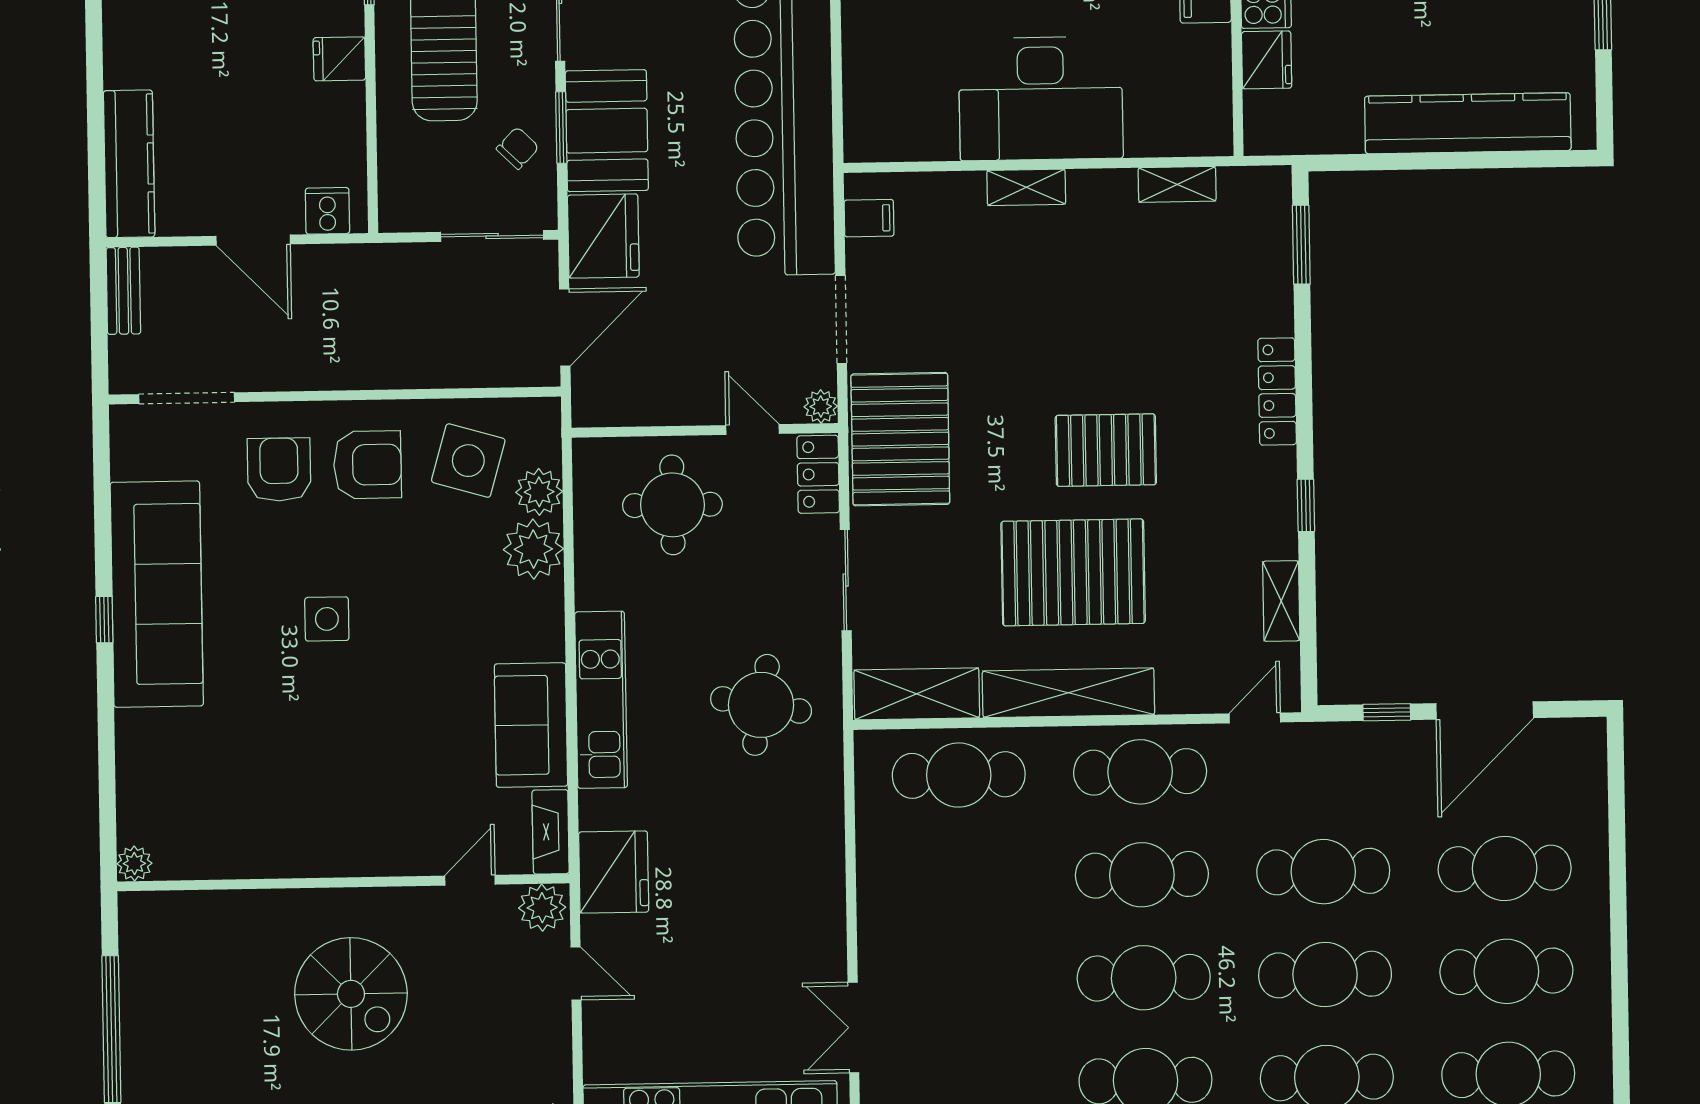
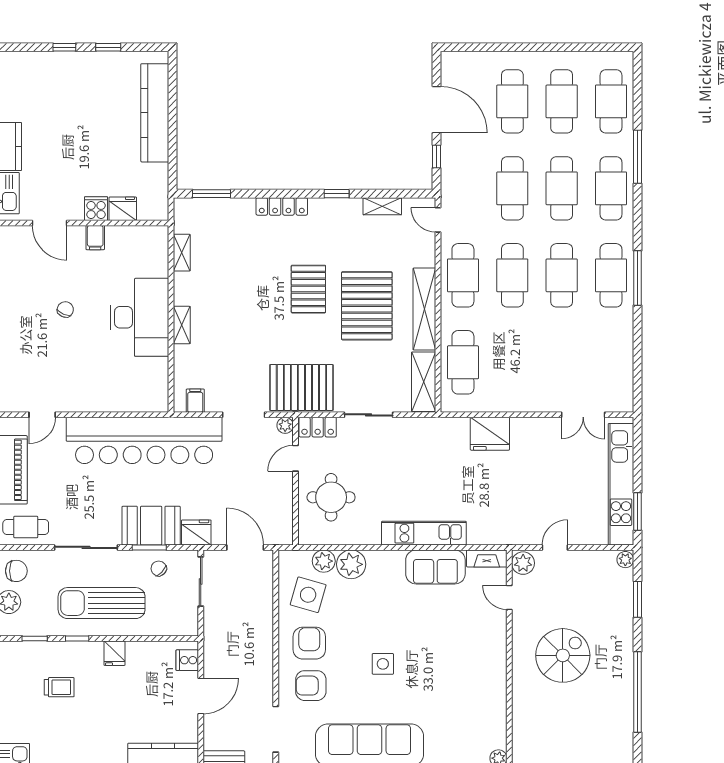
fridge: (603, 236) -> (196, 532), width x0.73, depth x0.75
round table: (761, 705) -> (428, 456), removed
fridge: (614, 872) -> (490, 434), moved, turned 180

